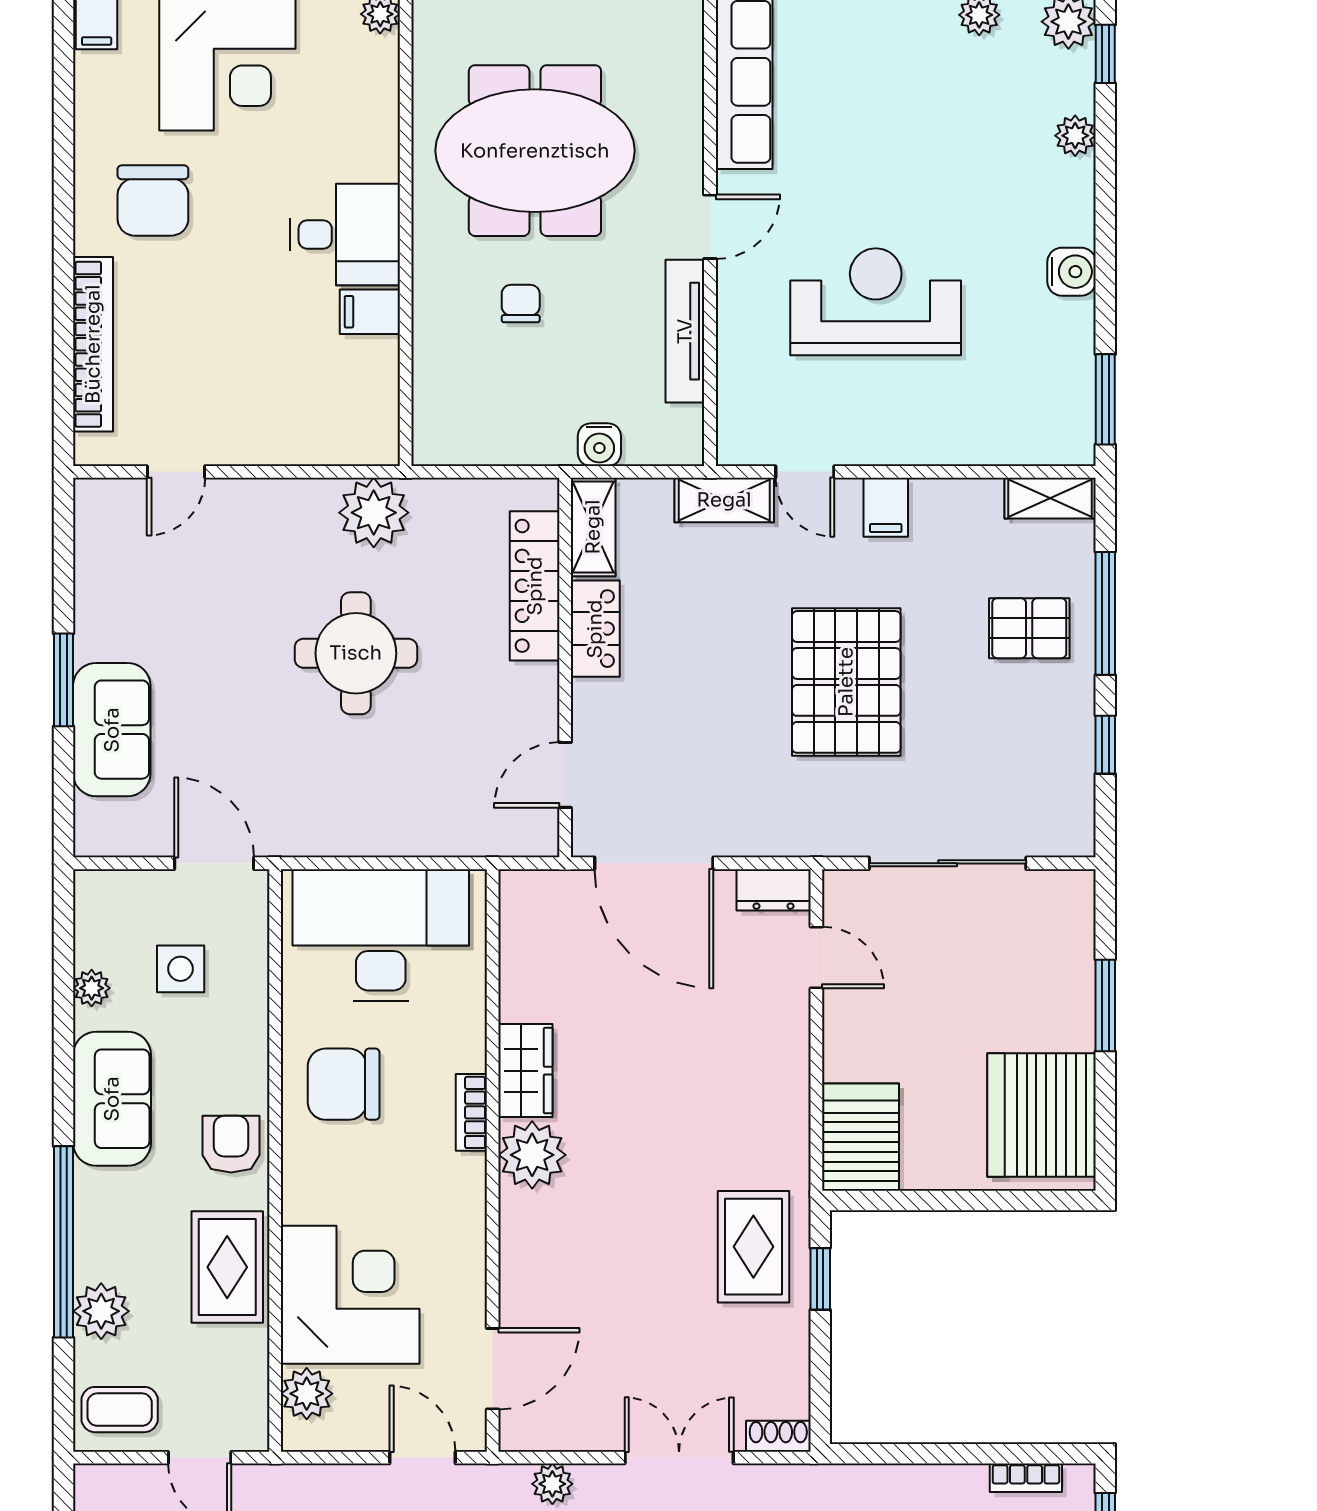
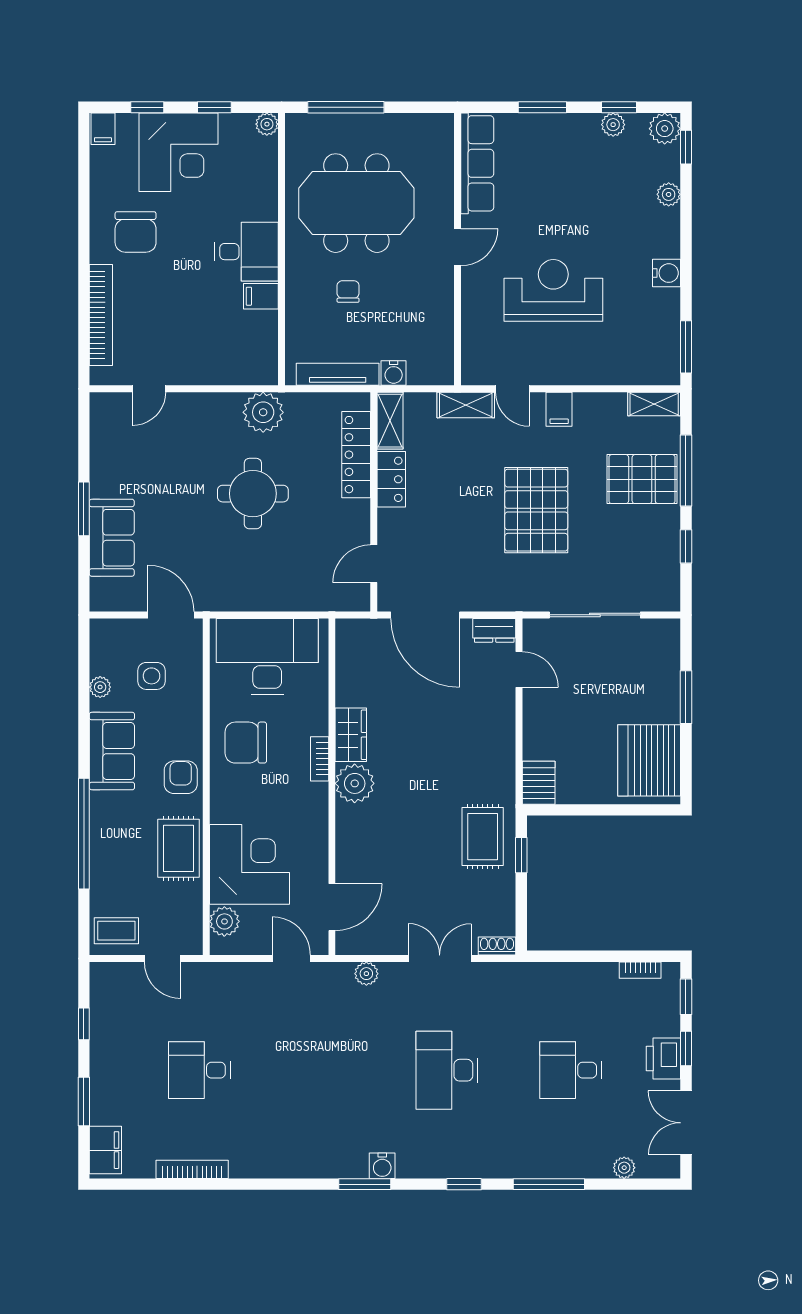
tv unit: (685, 331) -> (338, 374), moved, turned 90
pallet: (1029, 628) -> (642, 479), width x1.50, depth x1.42
server rack: (861, 1137) -> (539, 783), width x0.73, depth x0.70
plant: (101, 1311) -> (106, 874), removed

